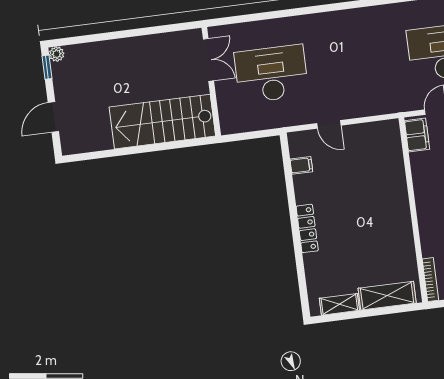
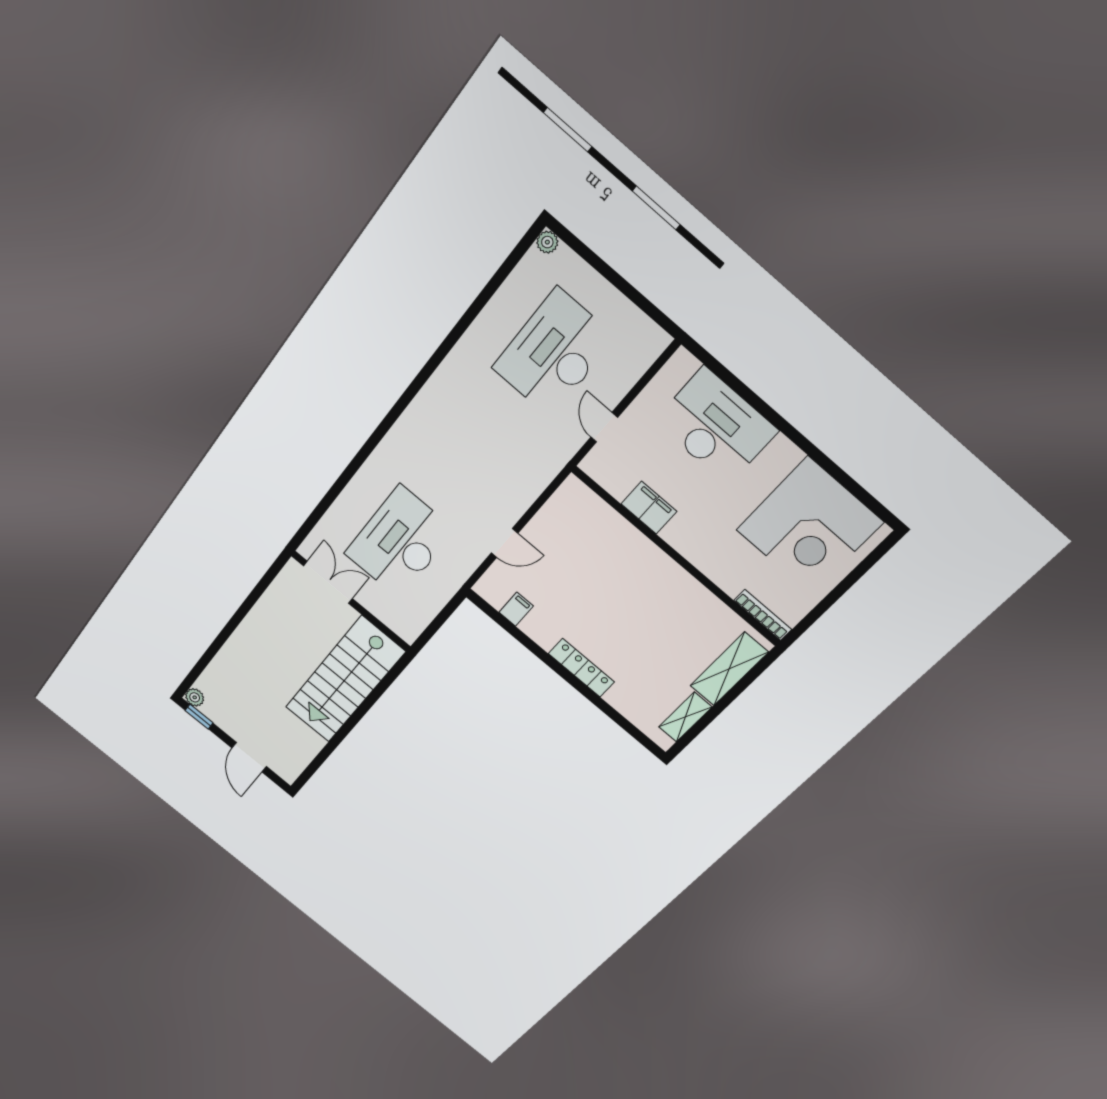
filing cabinet: (417, 135) -> (649, 508), moved

